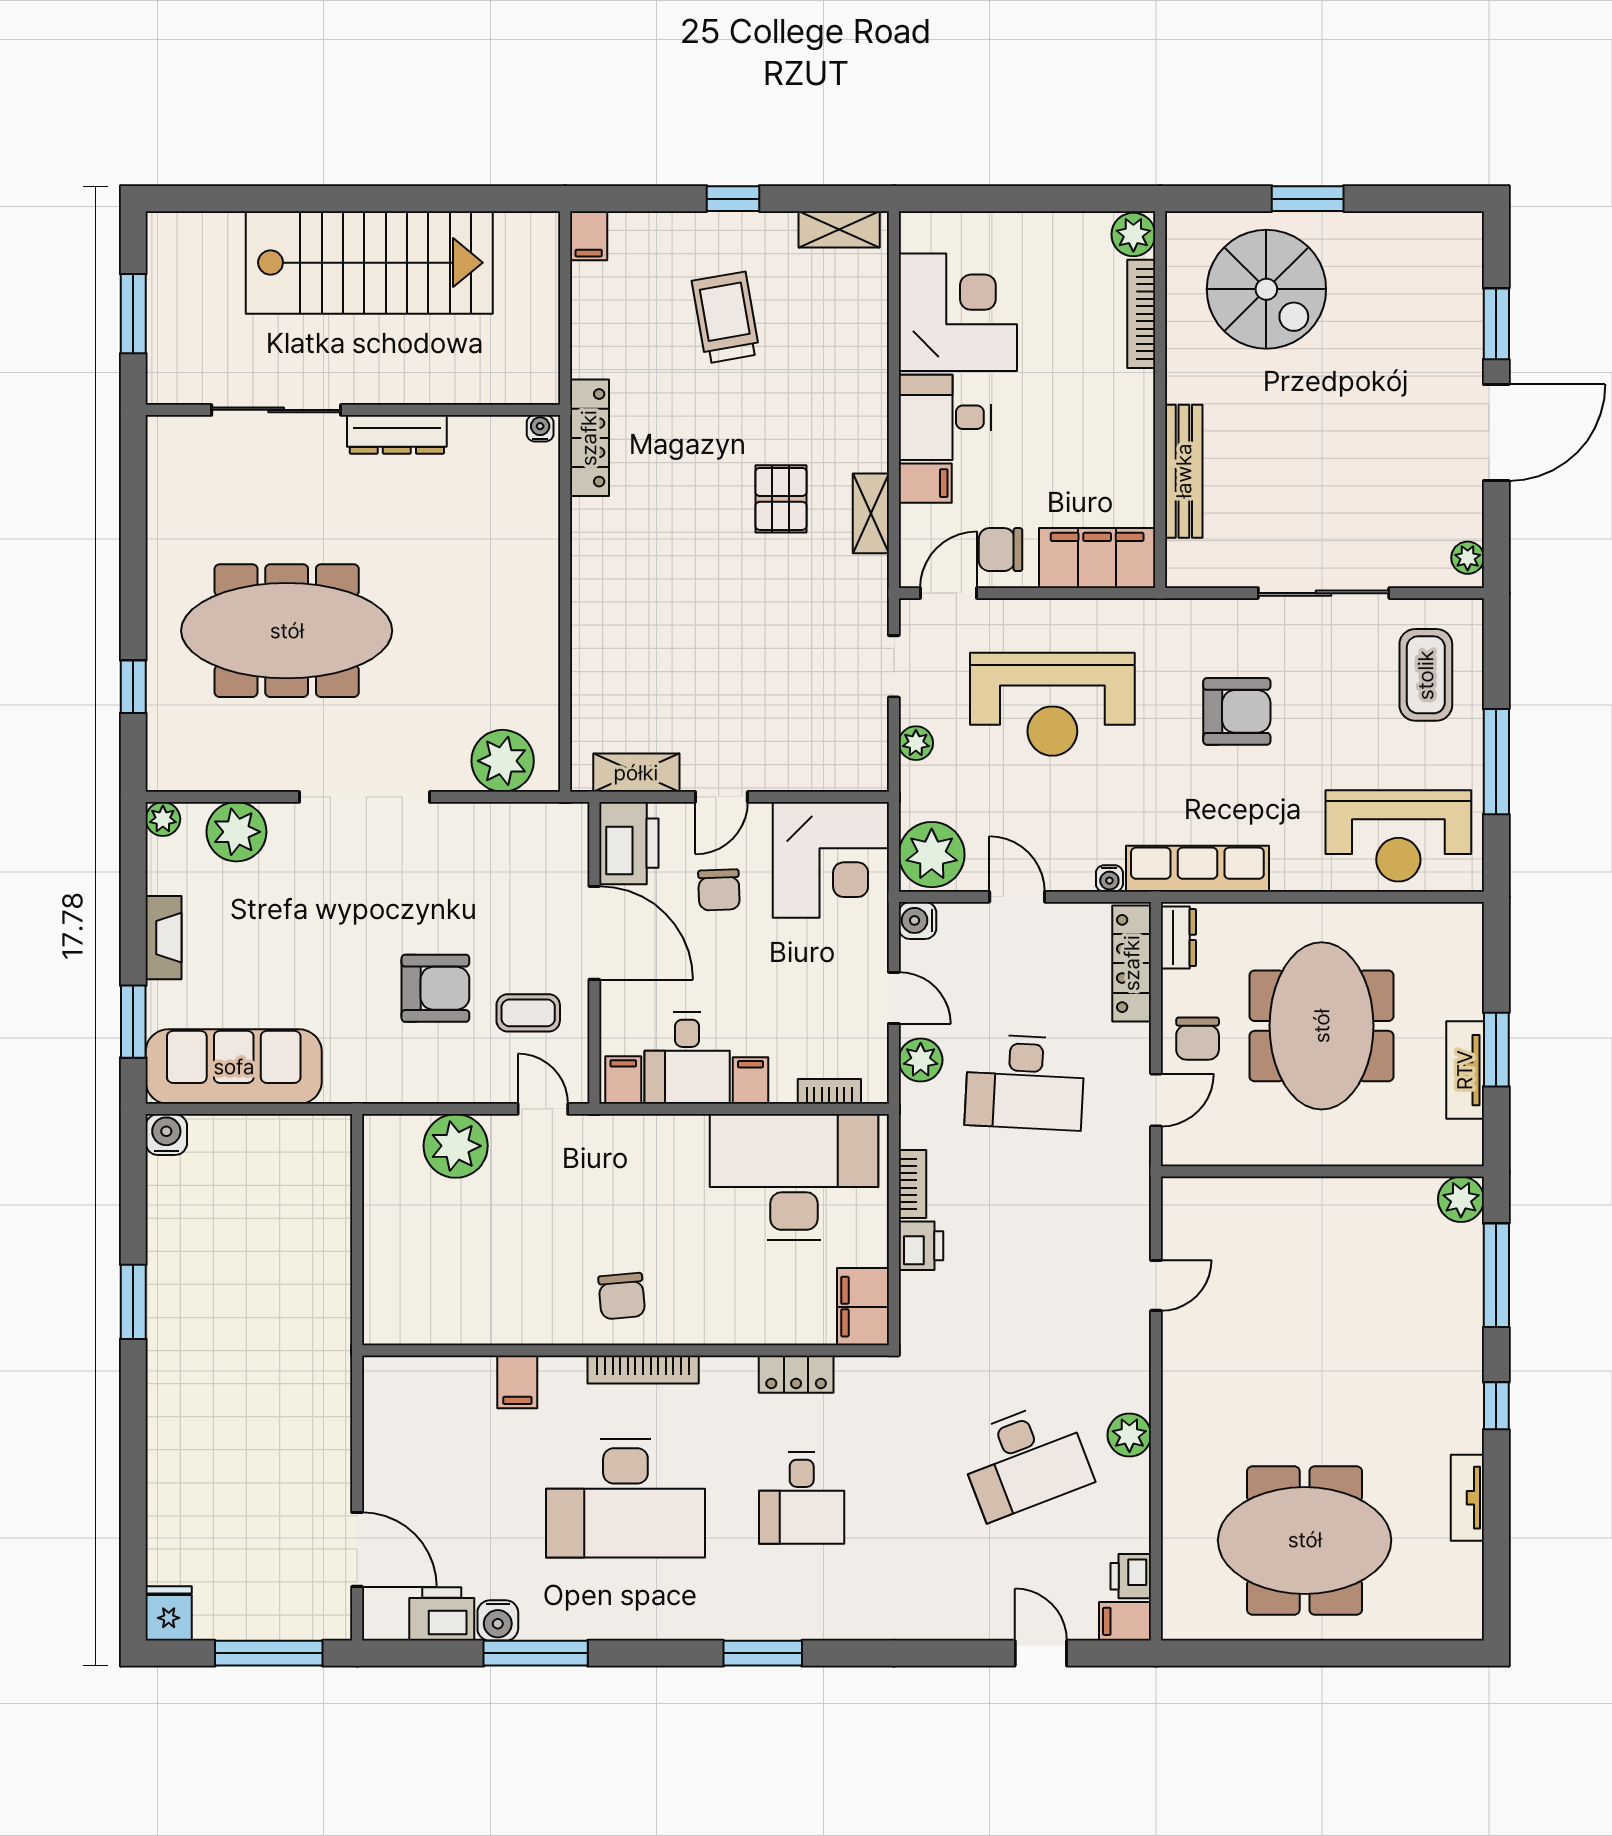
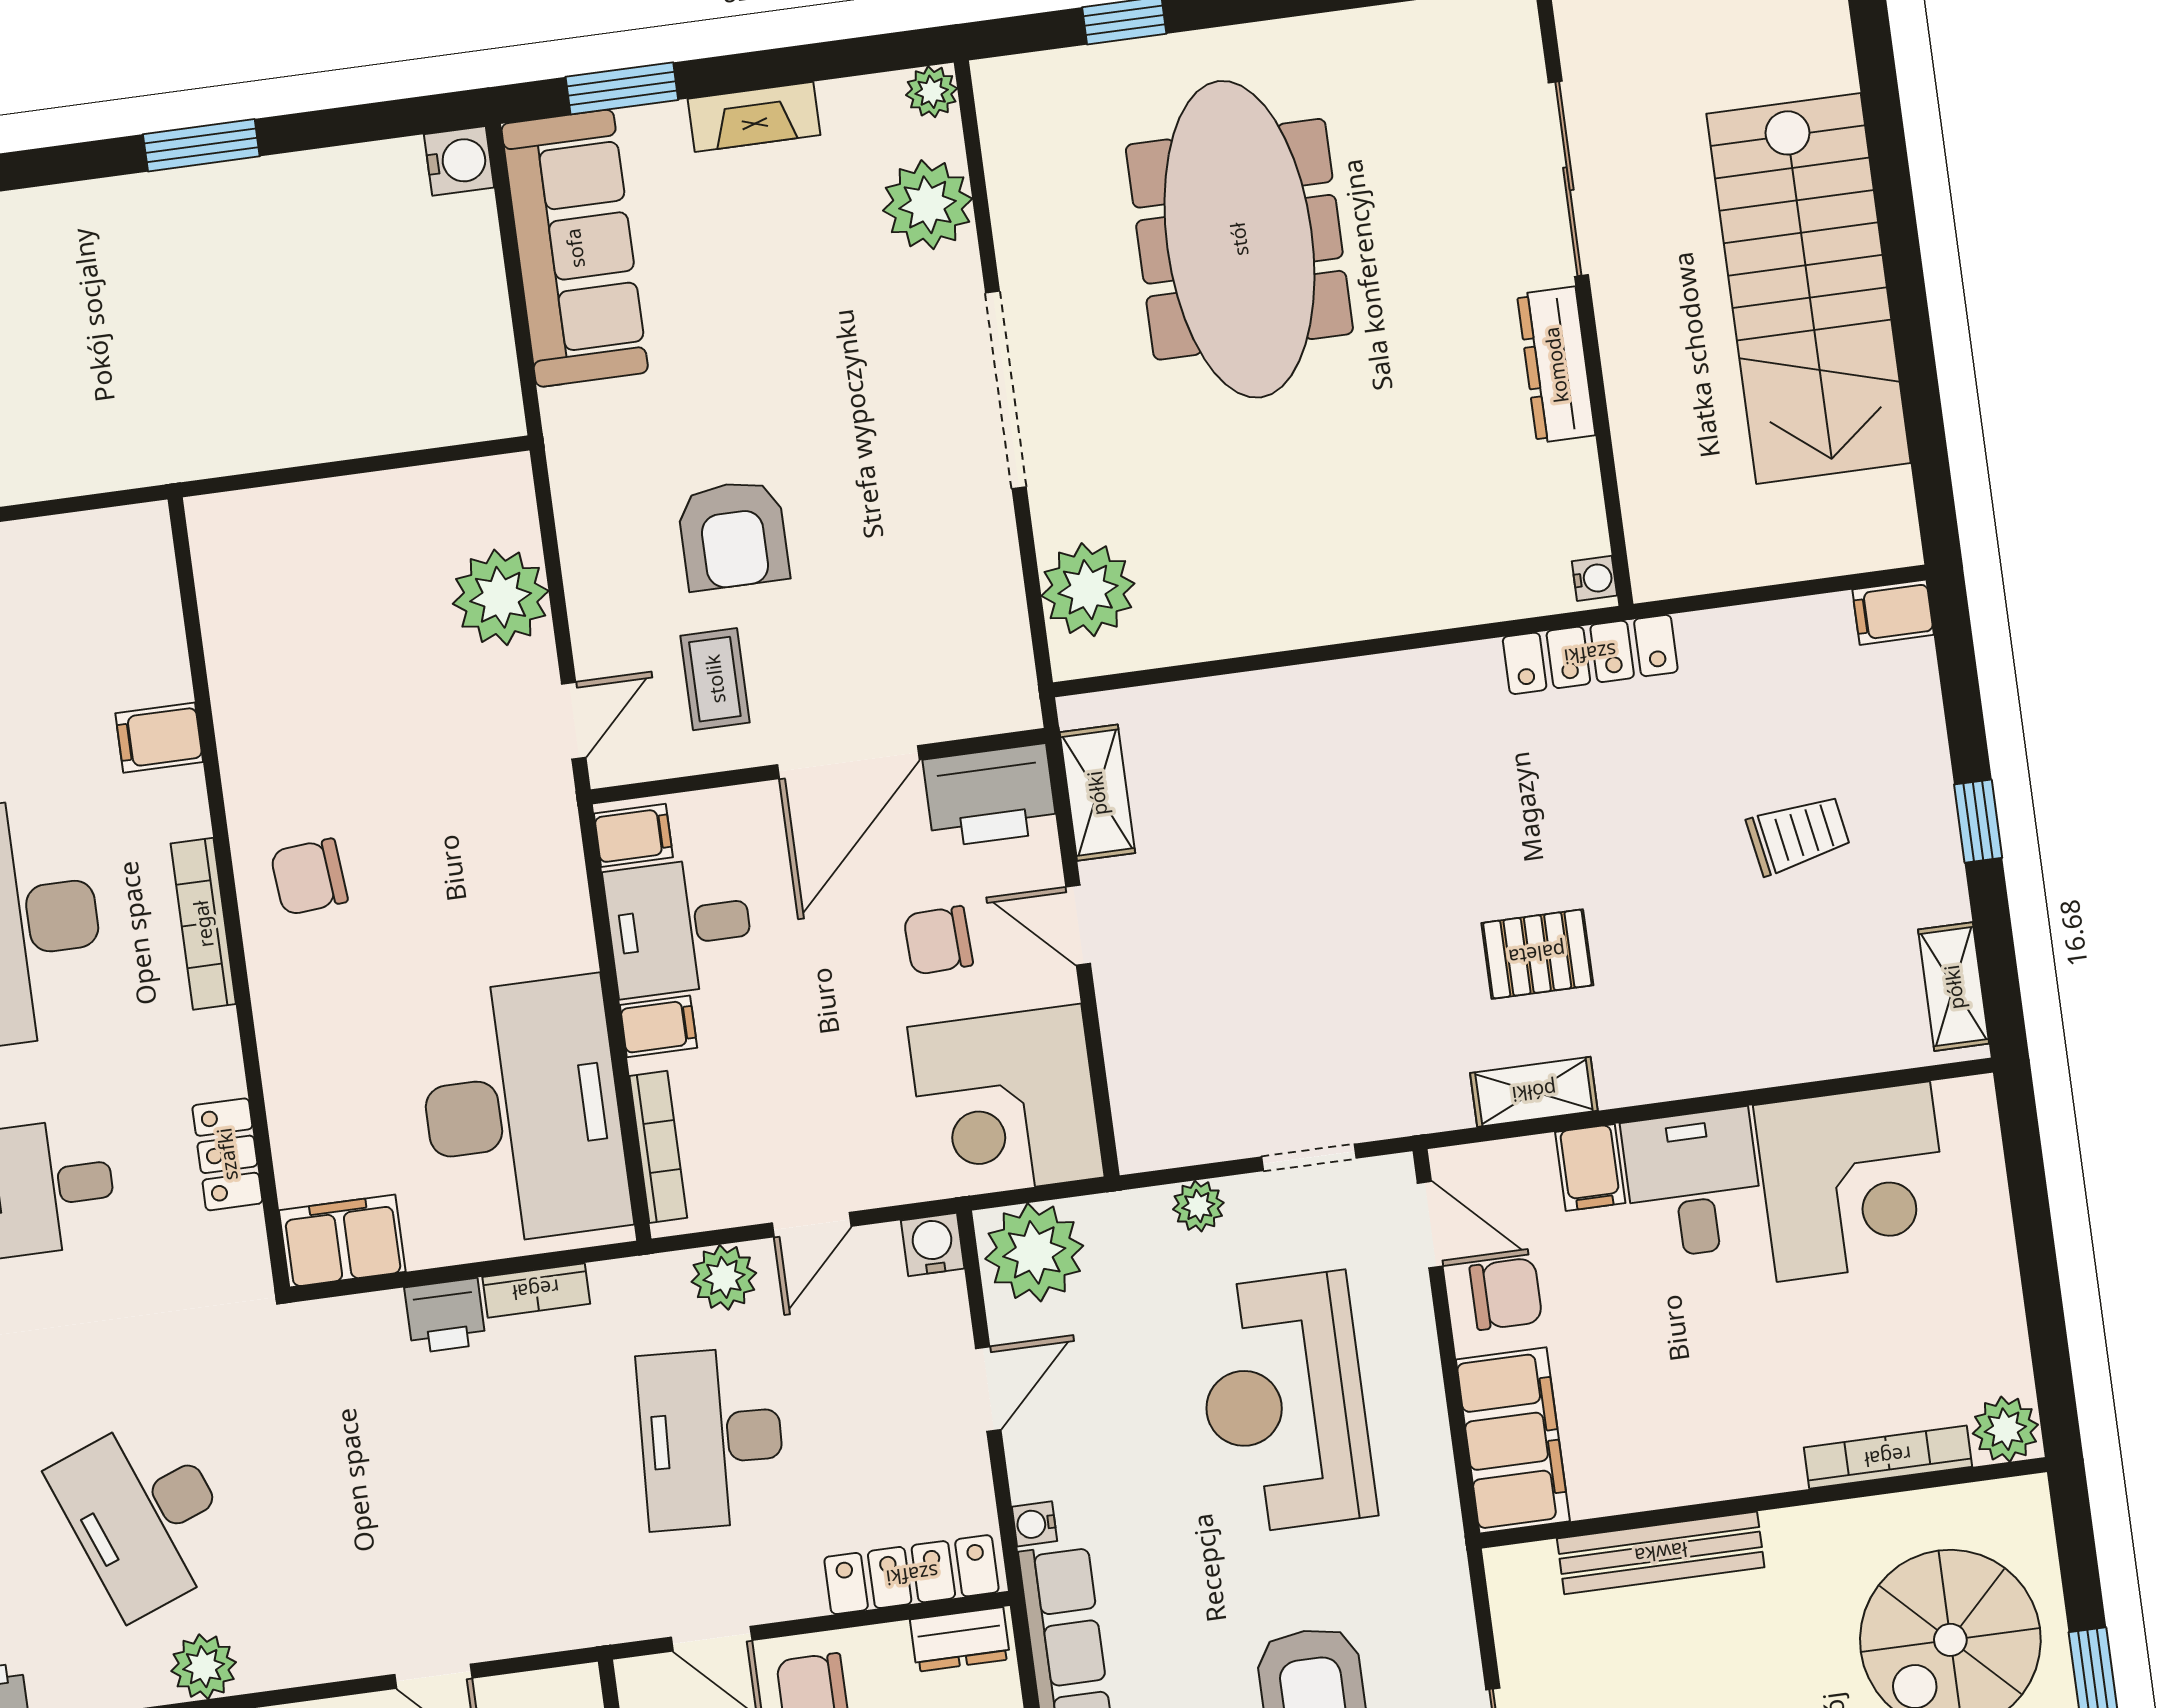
trolley: (726, 318) -> (1798, 835), width x0.73, depth x0.72
chair: (1001, 550) -> (1506, 1294), turned 90
bookcase: (829, 1091) -> (658, 1147), width x1.56

